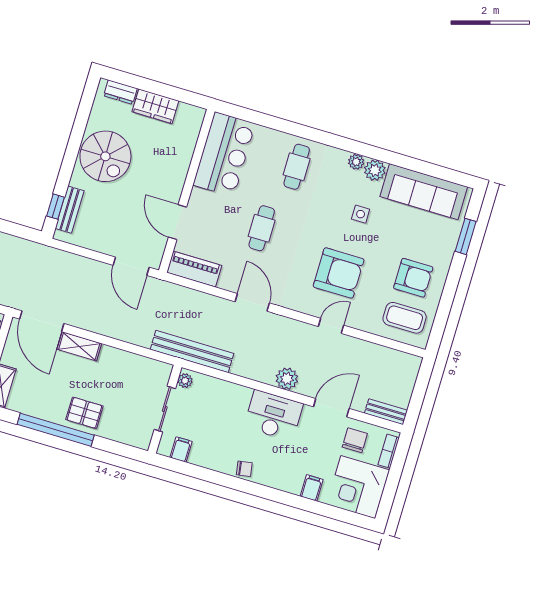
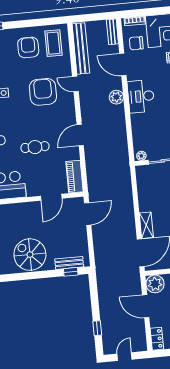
spiral stairs: (105, 156) -> (30, 255), turned -90
bench: (192, 351) -> (81, 48), moved

